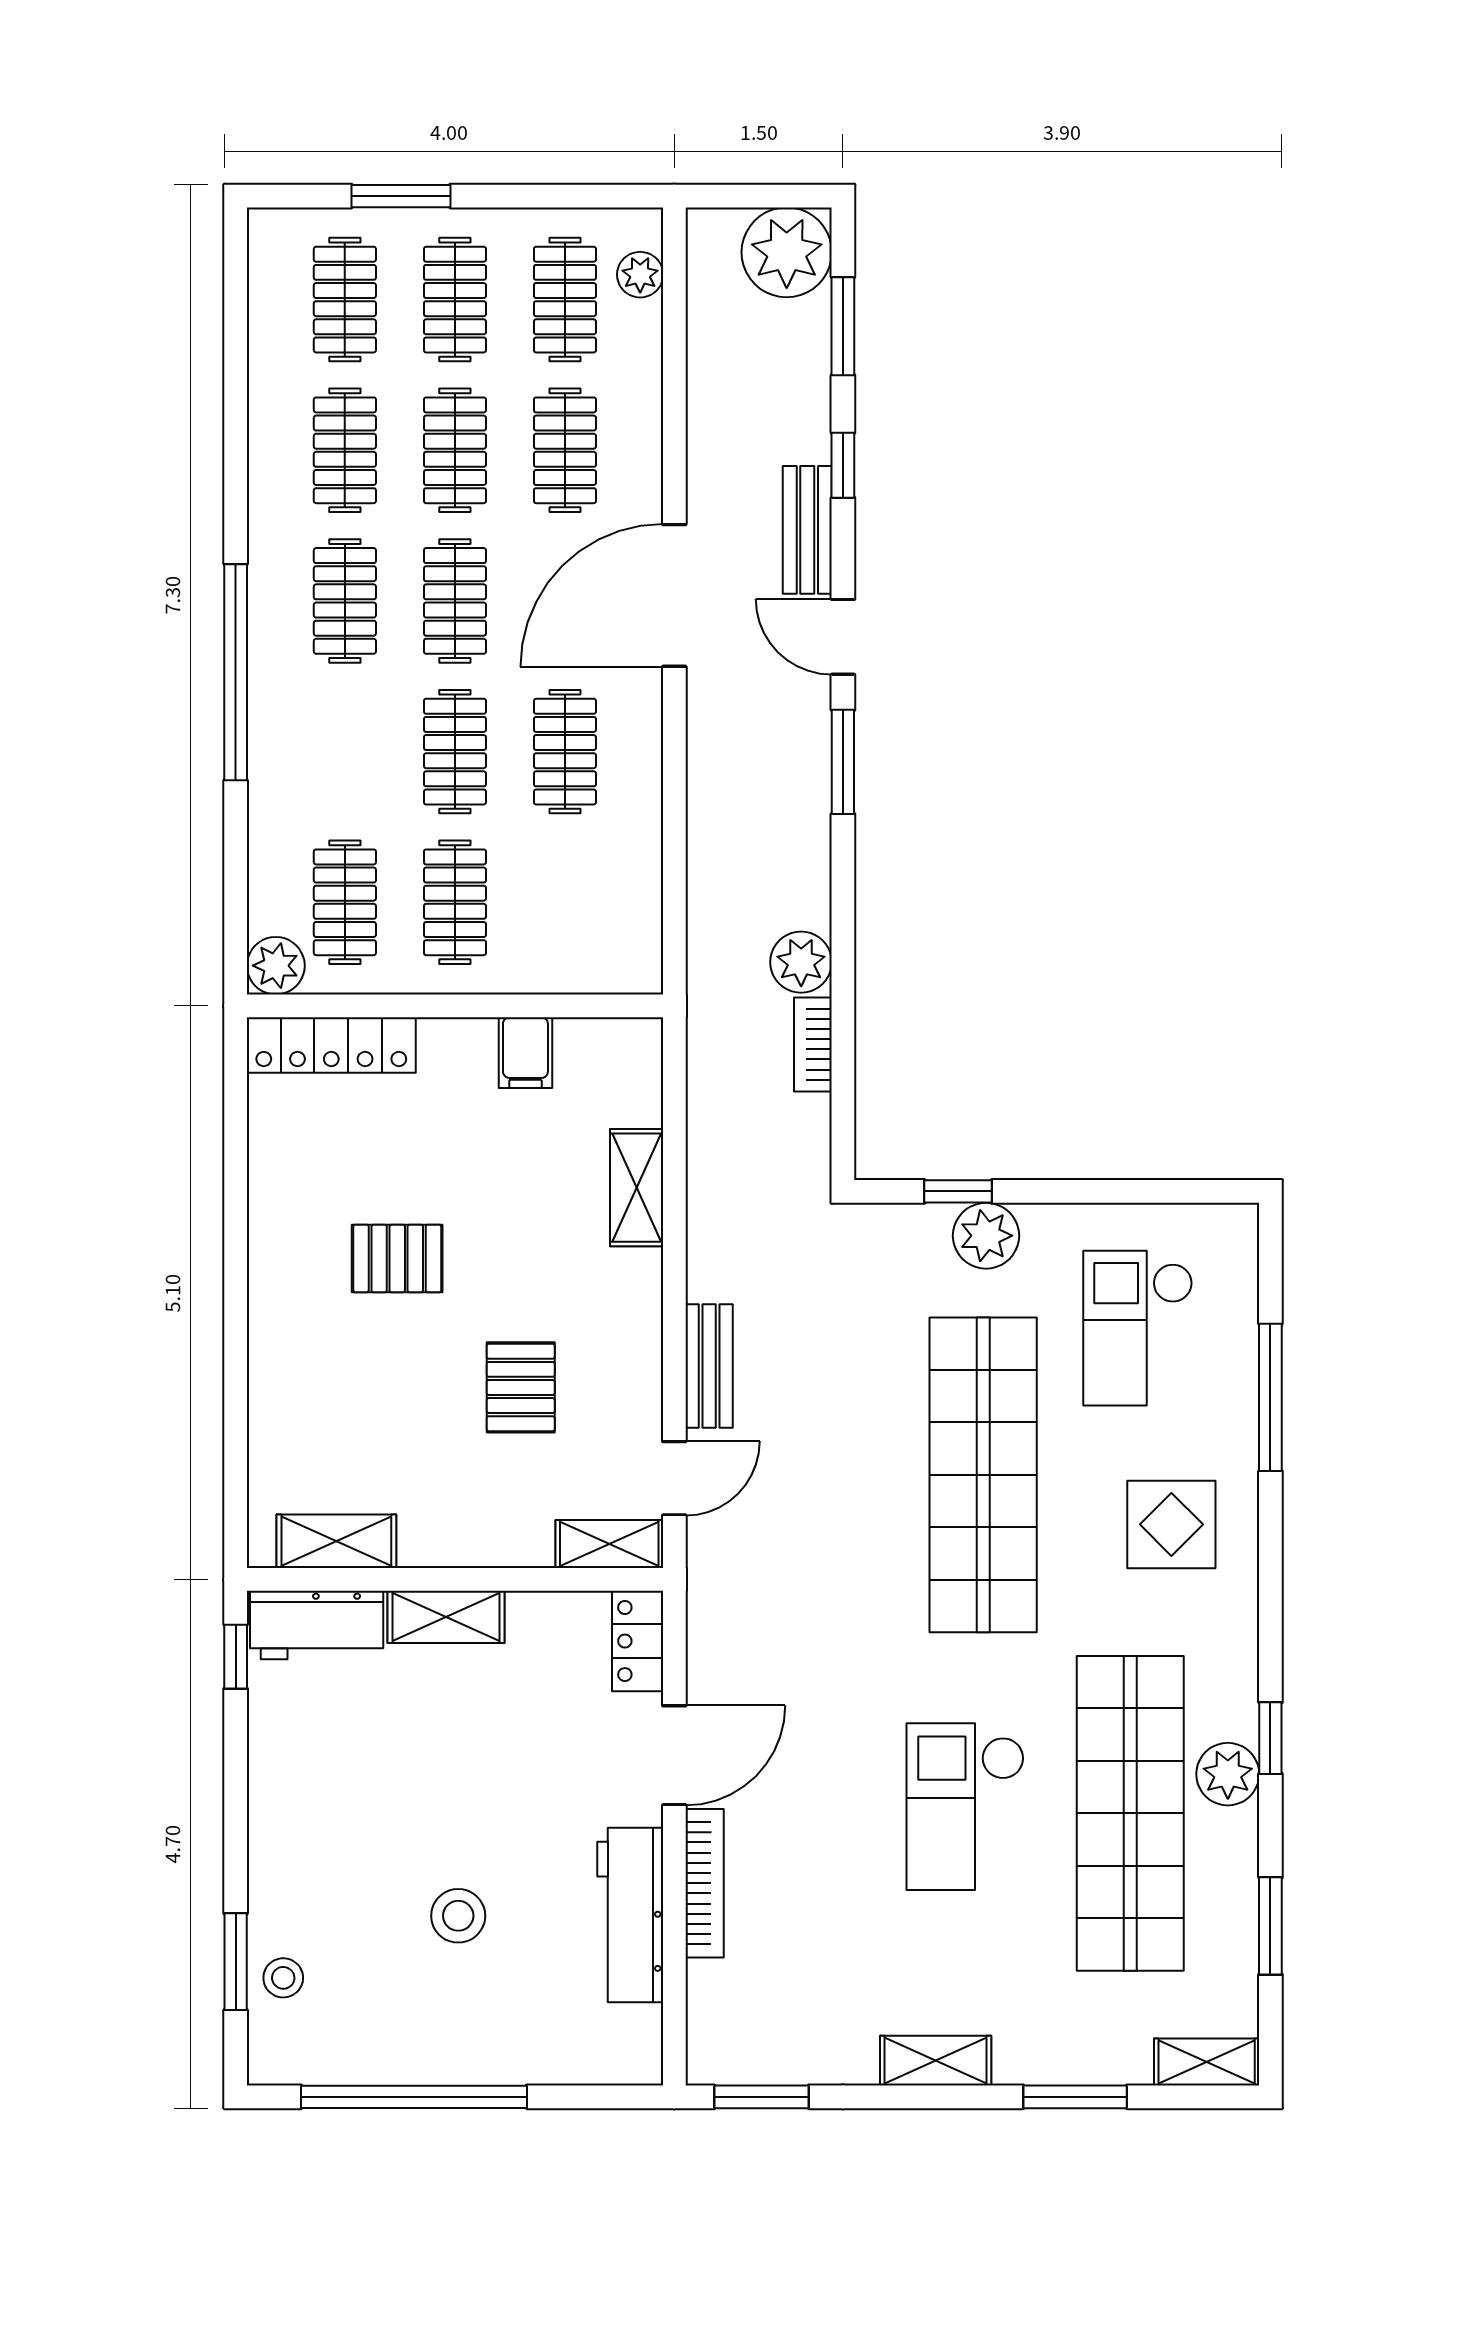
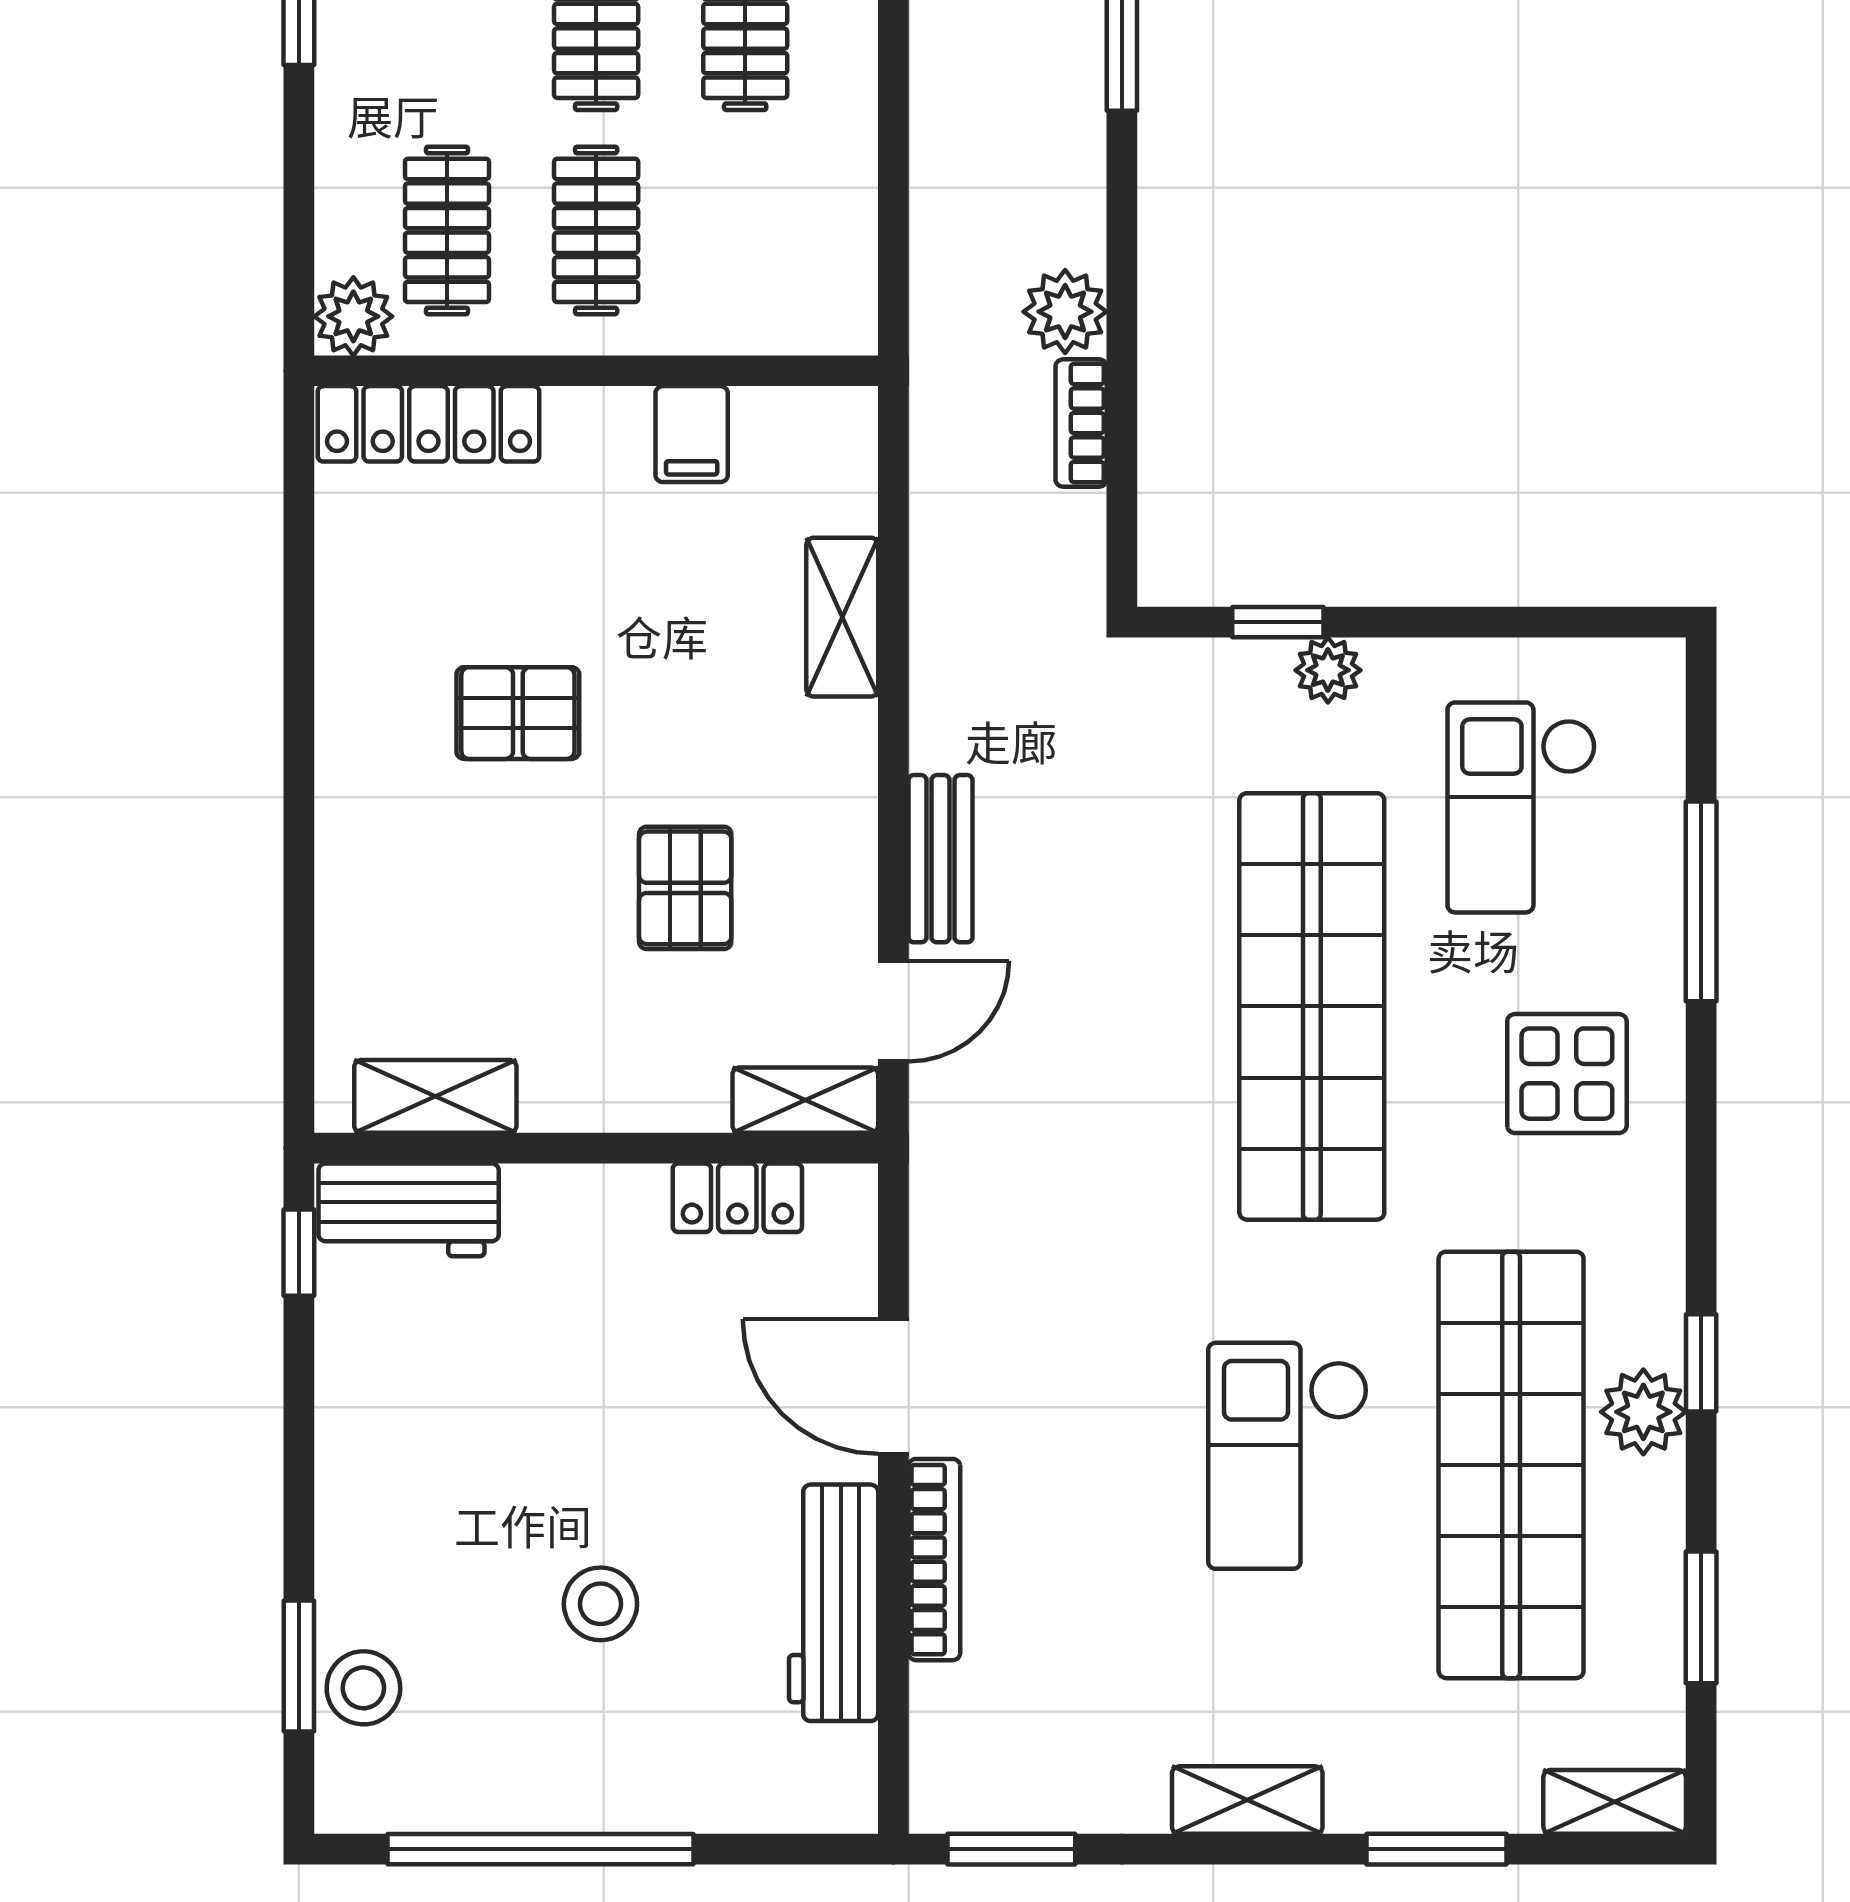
plant: (986, 1236) -> (1328, 670), width x0.73, depth x0.73
shelving: (446, 1617) -> (584, 1199), removed
locker: (638, 1641) -> (737, 1198), moved, turned -90
door: (674, 1755) -> (893, 1386), swing flipped
stool: (283, 1978) -> (363, 1688), width x1.37, depth x1.37

